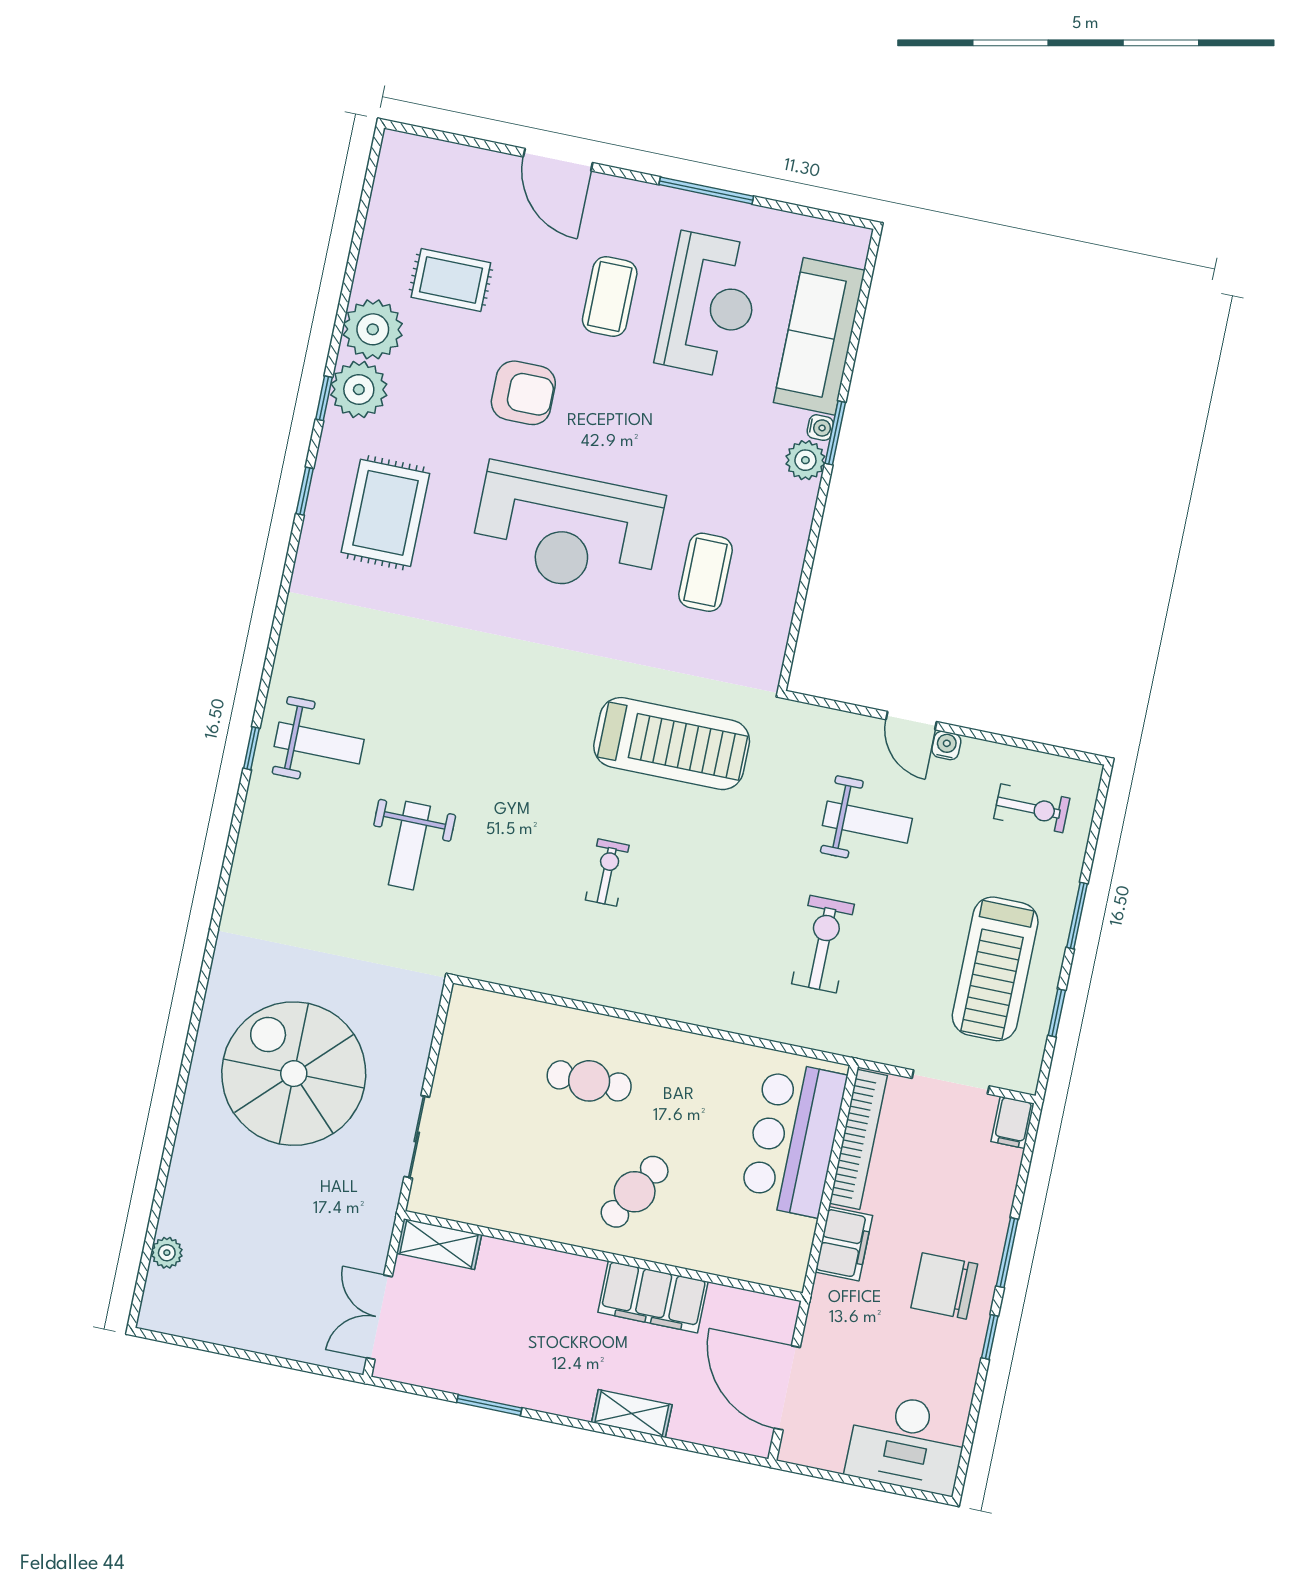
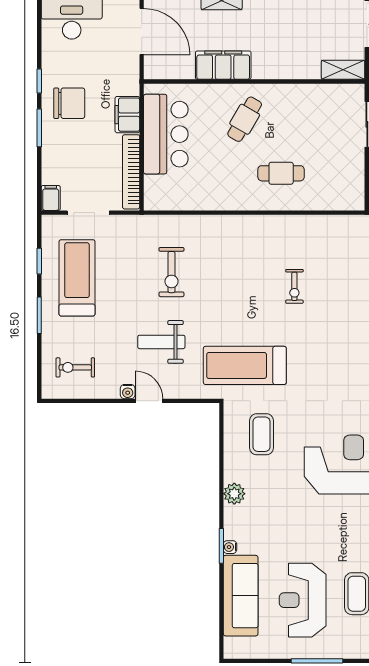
plant: (805, 460) -> (234, 494), moved
coffee table: (705, 572) -> (262, 434), moved
treadmill: (672, 744) -> (245, 365), moved
bar counter: (793, 1139) -> (166, 134), moved

